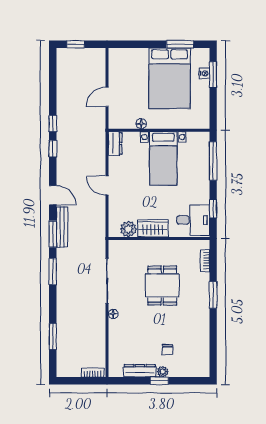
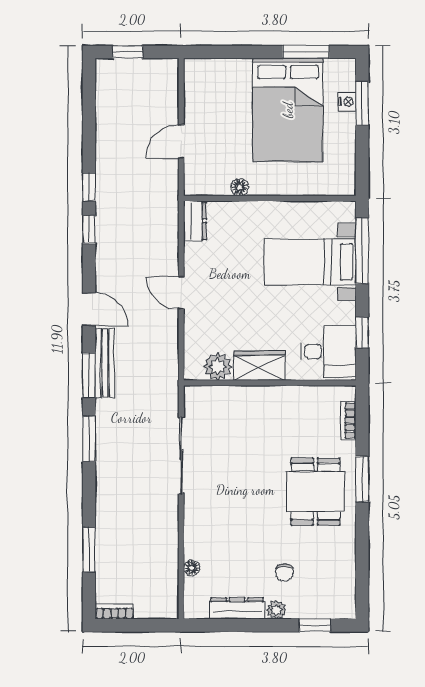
bed with nightstands: (163, 159) -> (310, 262), moved, turned 90
dining table: (162, 286) -> (315, 492), moved
floor lamp: (113, 314) -> (192, 568), moved
bookcase: (93, 373) -> (114, 612), moved
window: (159, 381) -> (315, 625), moved

